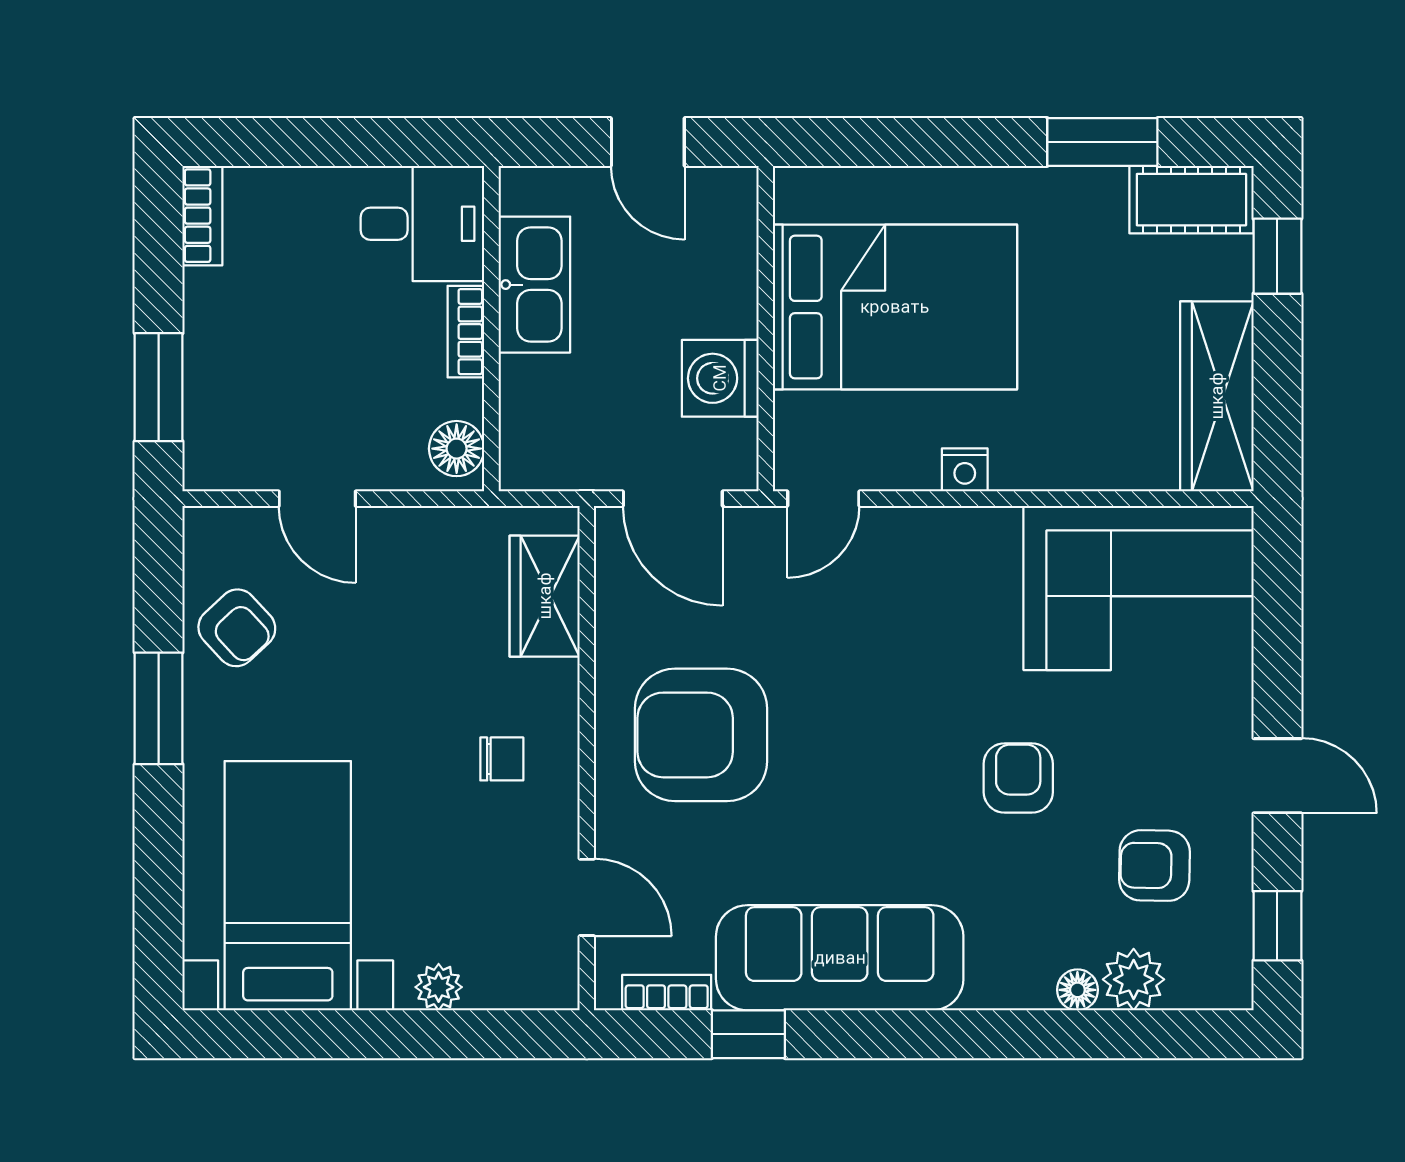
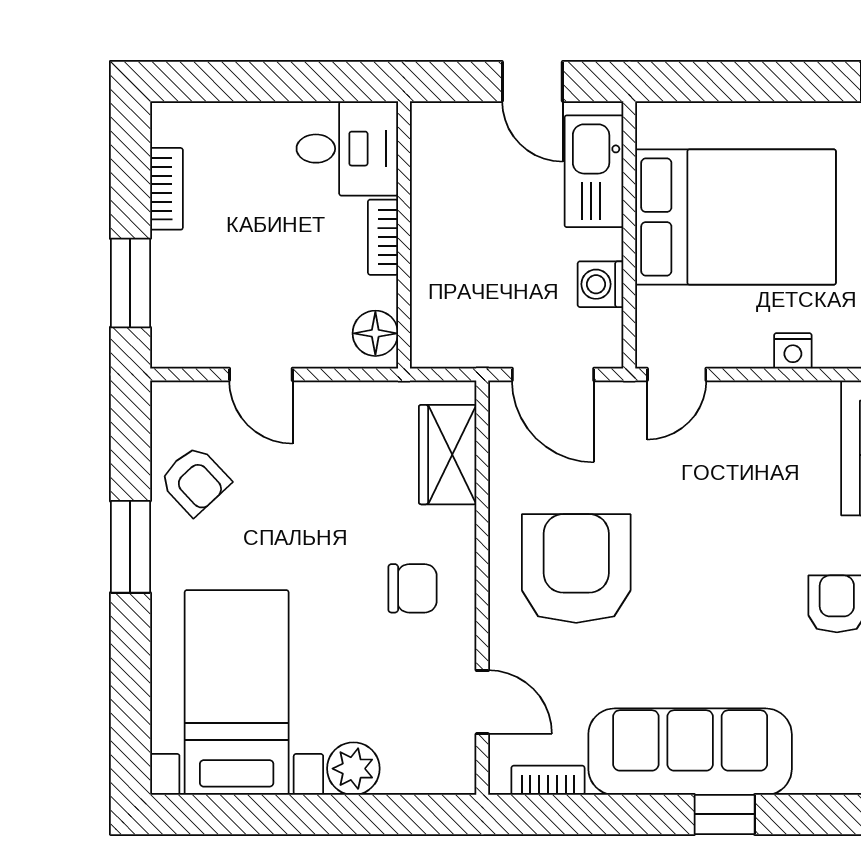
bookcase: (202, 216) -> (166, 189), moved
kitchen sink: (534, 285) -> (594, 171), moved, turned 180
washing machine: (720, 378) -> (601, 284), width x0.73, depth x0.73
armchair: (701, 735) -> (576, 569), turned 90
chair: (502, 759) -> (413, 588), width x1.37, depth x1.37
plant: (439, 987) -> (353, 769), width x1.38, depth x1.38
window: (748, 1034) -> (725, 814), moved

